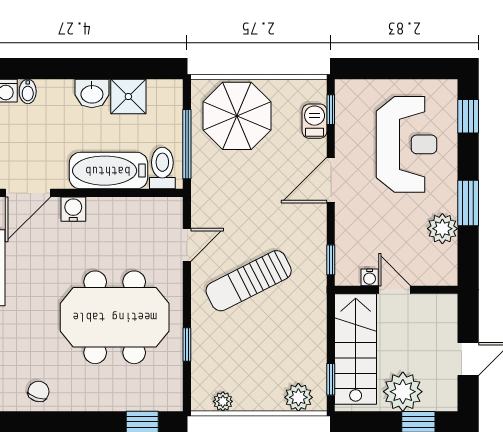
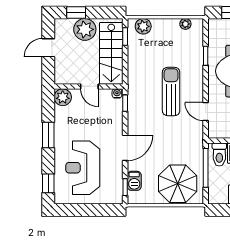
plant: (442, 229) -> (63, 97), moved
door: (187, 245) -> (206, 112), hinge flipped
water cooler: (370, 277) -> (117, 93), moved
sun lounger: (249, 281) -> (171, 91), turned -63

